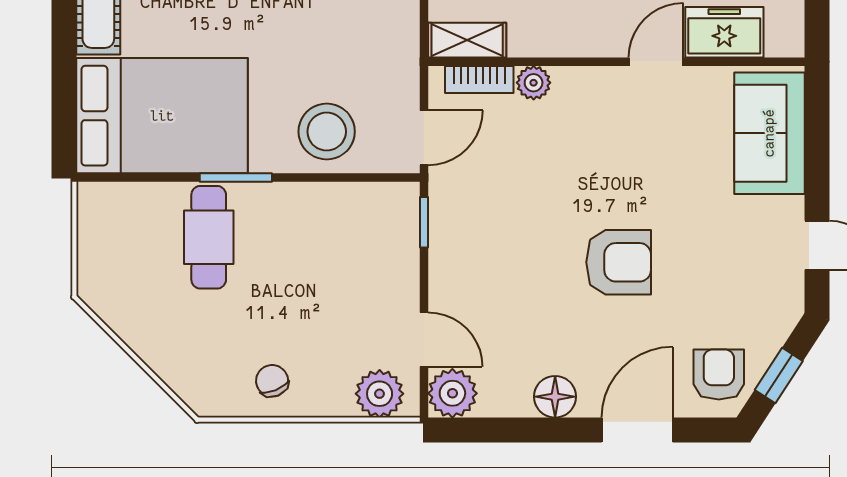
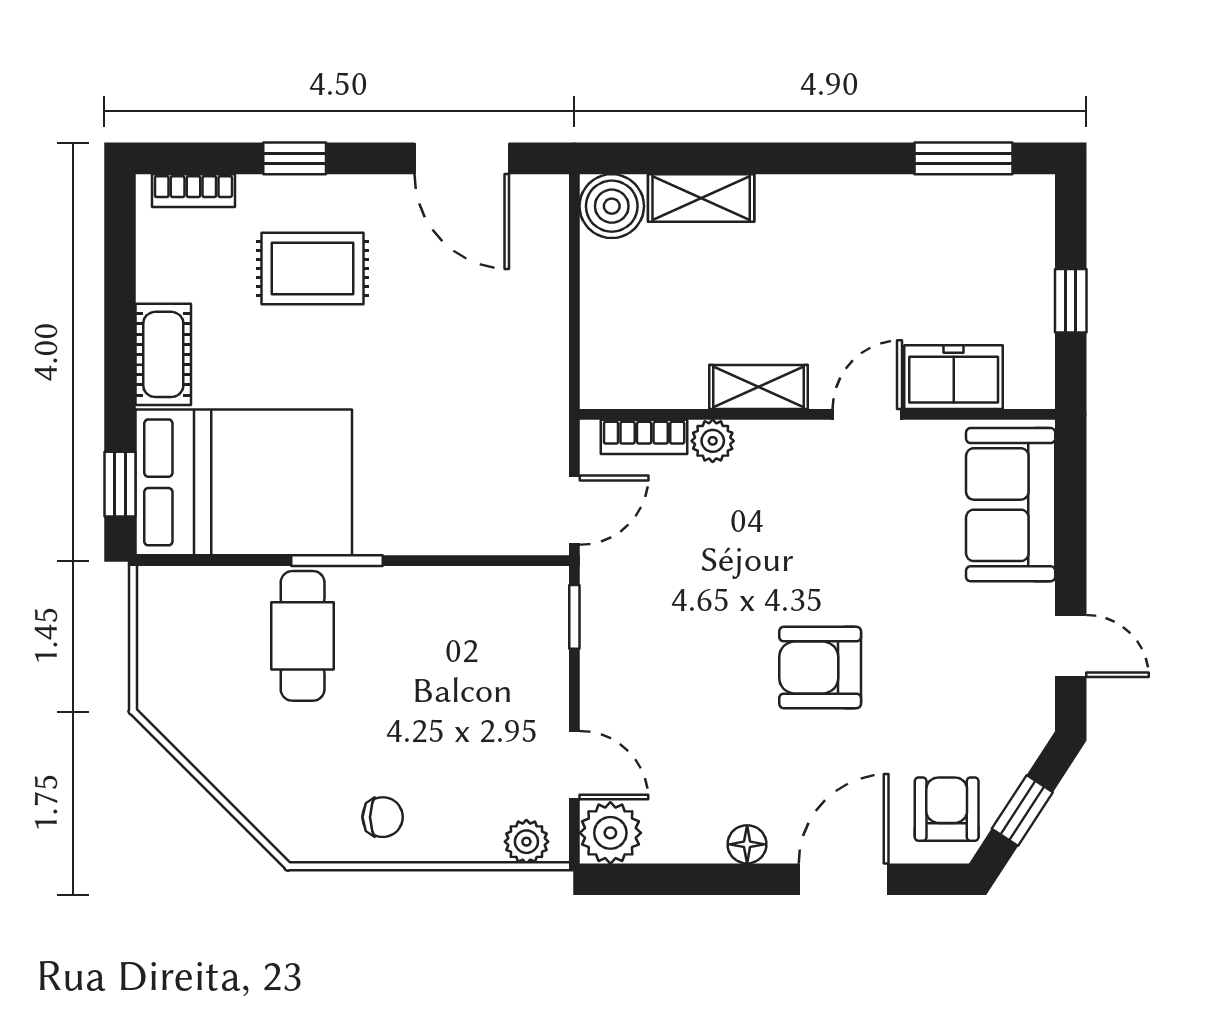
shelving: (467, 40) -> (758, 387), moved
window: (64, 117) -> (120, 484), added
stool: (327, 132) -> (452, 502), removed
armchair: (619, 262) -> (820, 667), turned 180
chair: (272, 381) -> (383, 817), turned 112
plant: (380, 394) -> (526, 842), width x0.73, depth x0.73
floor lamp: (555, 397) -> (747, 844), width x0.73, depth x0.73

